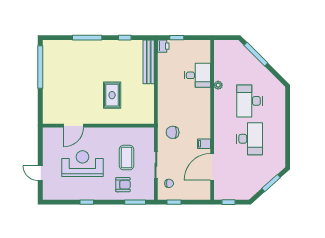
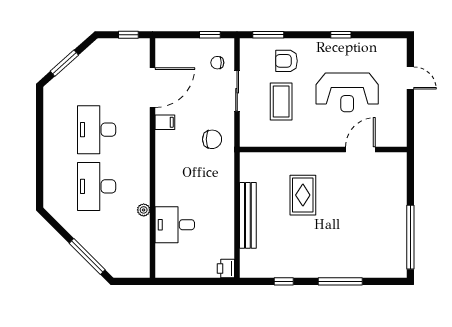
window: (177, 38) -> (206, 281), removed
bench: (149, 62) -> (248, 215), moved
desk: (250, 101) -> (97, 186), turned 180

